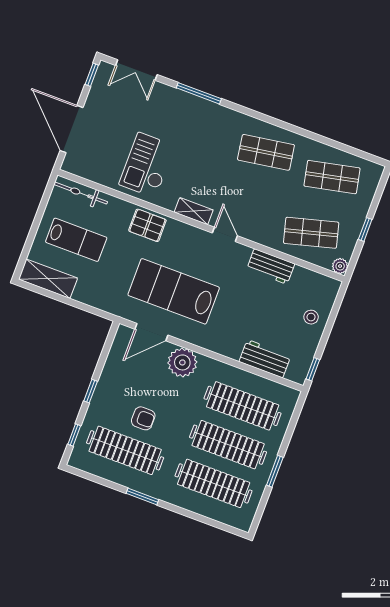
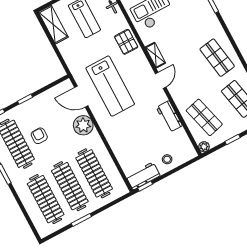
lab bench: (174, 291) -> (110, 86), turned 180
workbench: (265, 359) -> (143, 176), moved, turned -90
armchair: (143, 418) -> (39, 136), turned 180

